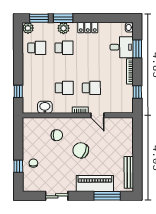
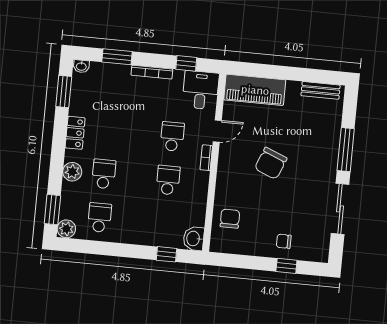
window: (63, 18) -> (64, 91), moved
desk: (122, 47) -> (201, 90), moved
washbasin: (45, 107) -> (194, 238), moved
chair: (57, 135) -> (230, 219), moved
bench: (129, 172) -> (321, 90), width x0.73
piano: (95, 184) -> (255, 90), moved, turned -90
sliding door: (57, 196) -> (340, 209), width x1.37
window: (107, 196) -> (346, 150), moved

